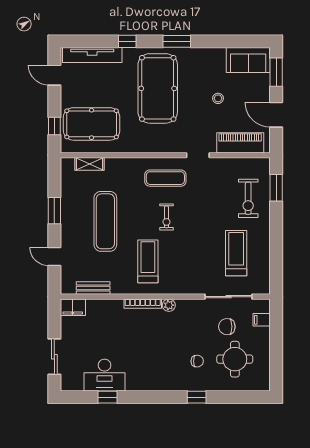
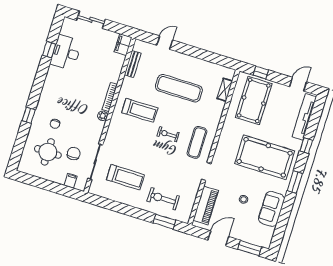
sofa: (248, 60) -> (271, 209), moved
window: (54, 211) -> (198, 53), removed

